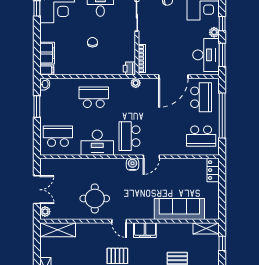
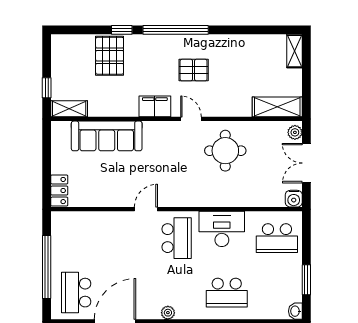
school desk: (201, 136) -> (76, 238), removed
water cooler: (133, 164) -> (294, 199), moved

